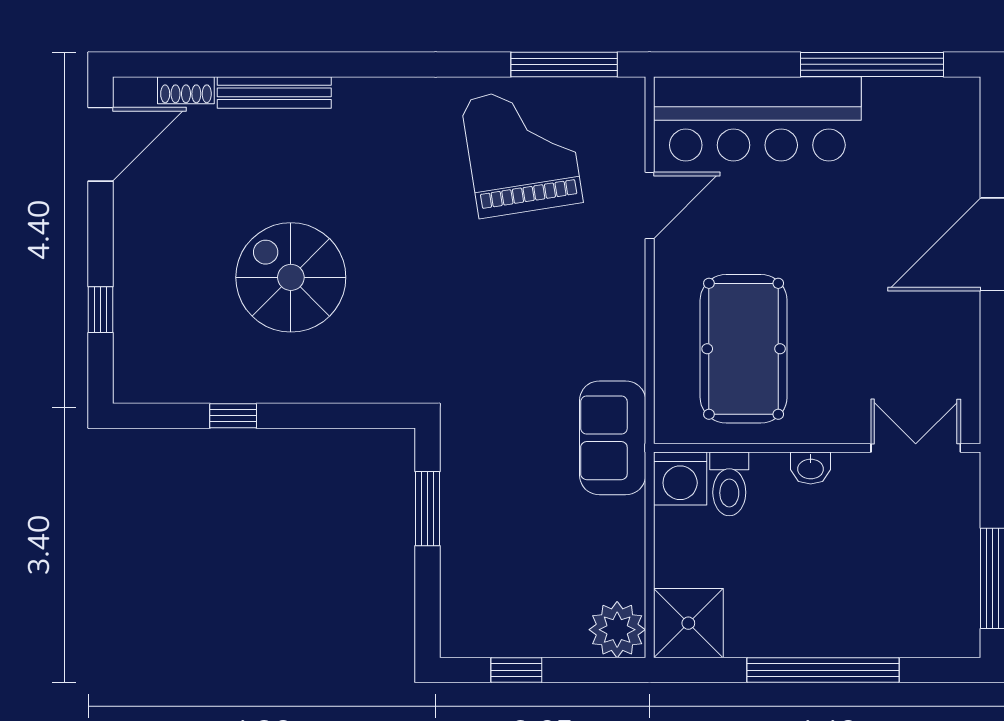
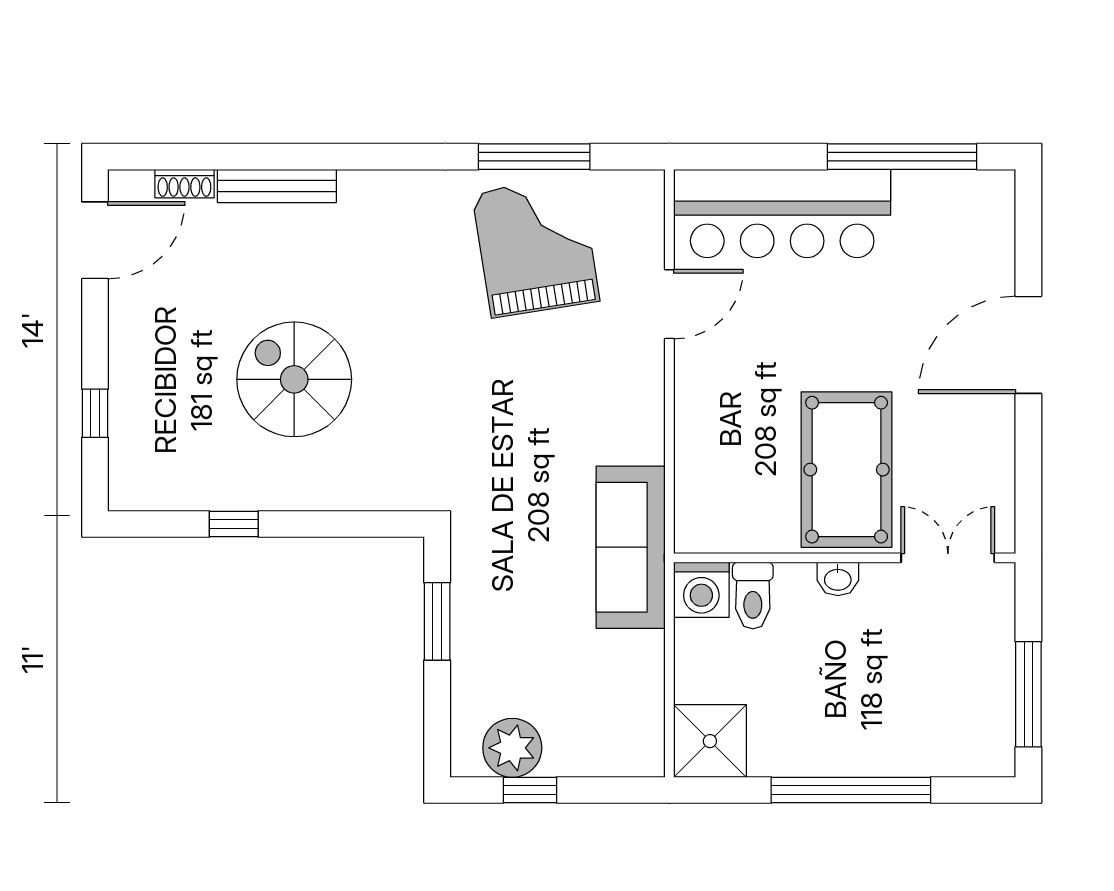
window: (564, 64) -> (534, 157), moved
pool table: (744, 349) -> (847, 470), moved
sofa: (613, 438) -> (631, 547), width x1.36
plant: (617, 630) -> (512, 748), moved

